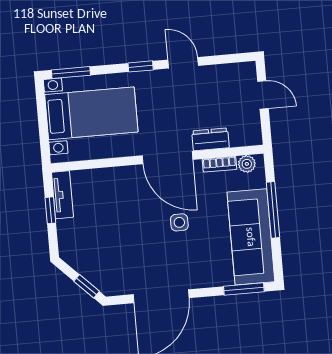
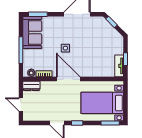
dresser: (210, 139) -> (31, 86), moved
sofa: (251, 237) -> (32, 33), width x0.73

